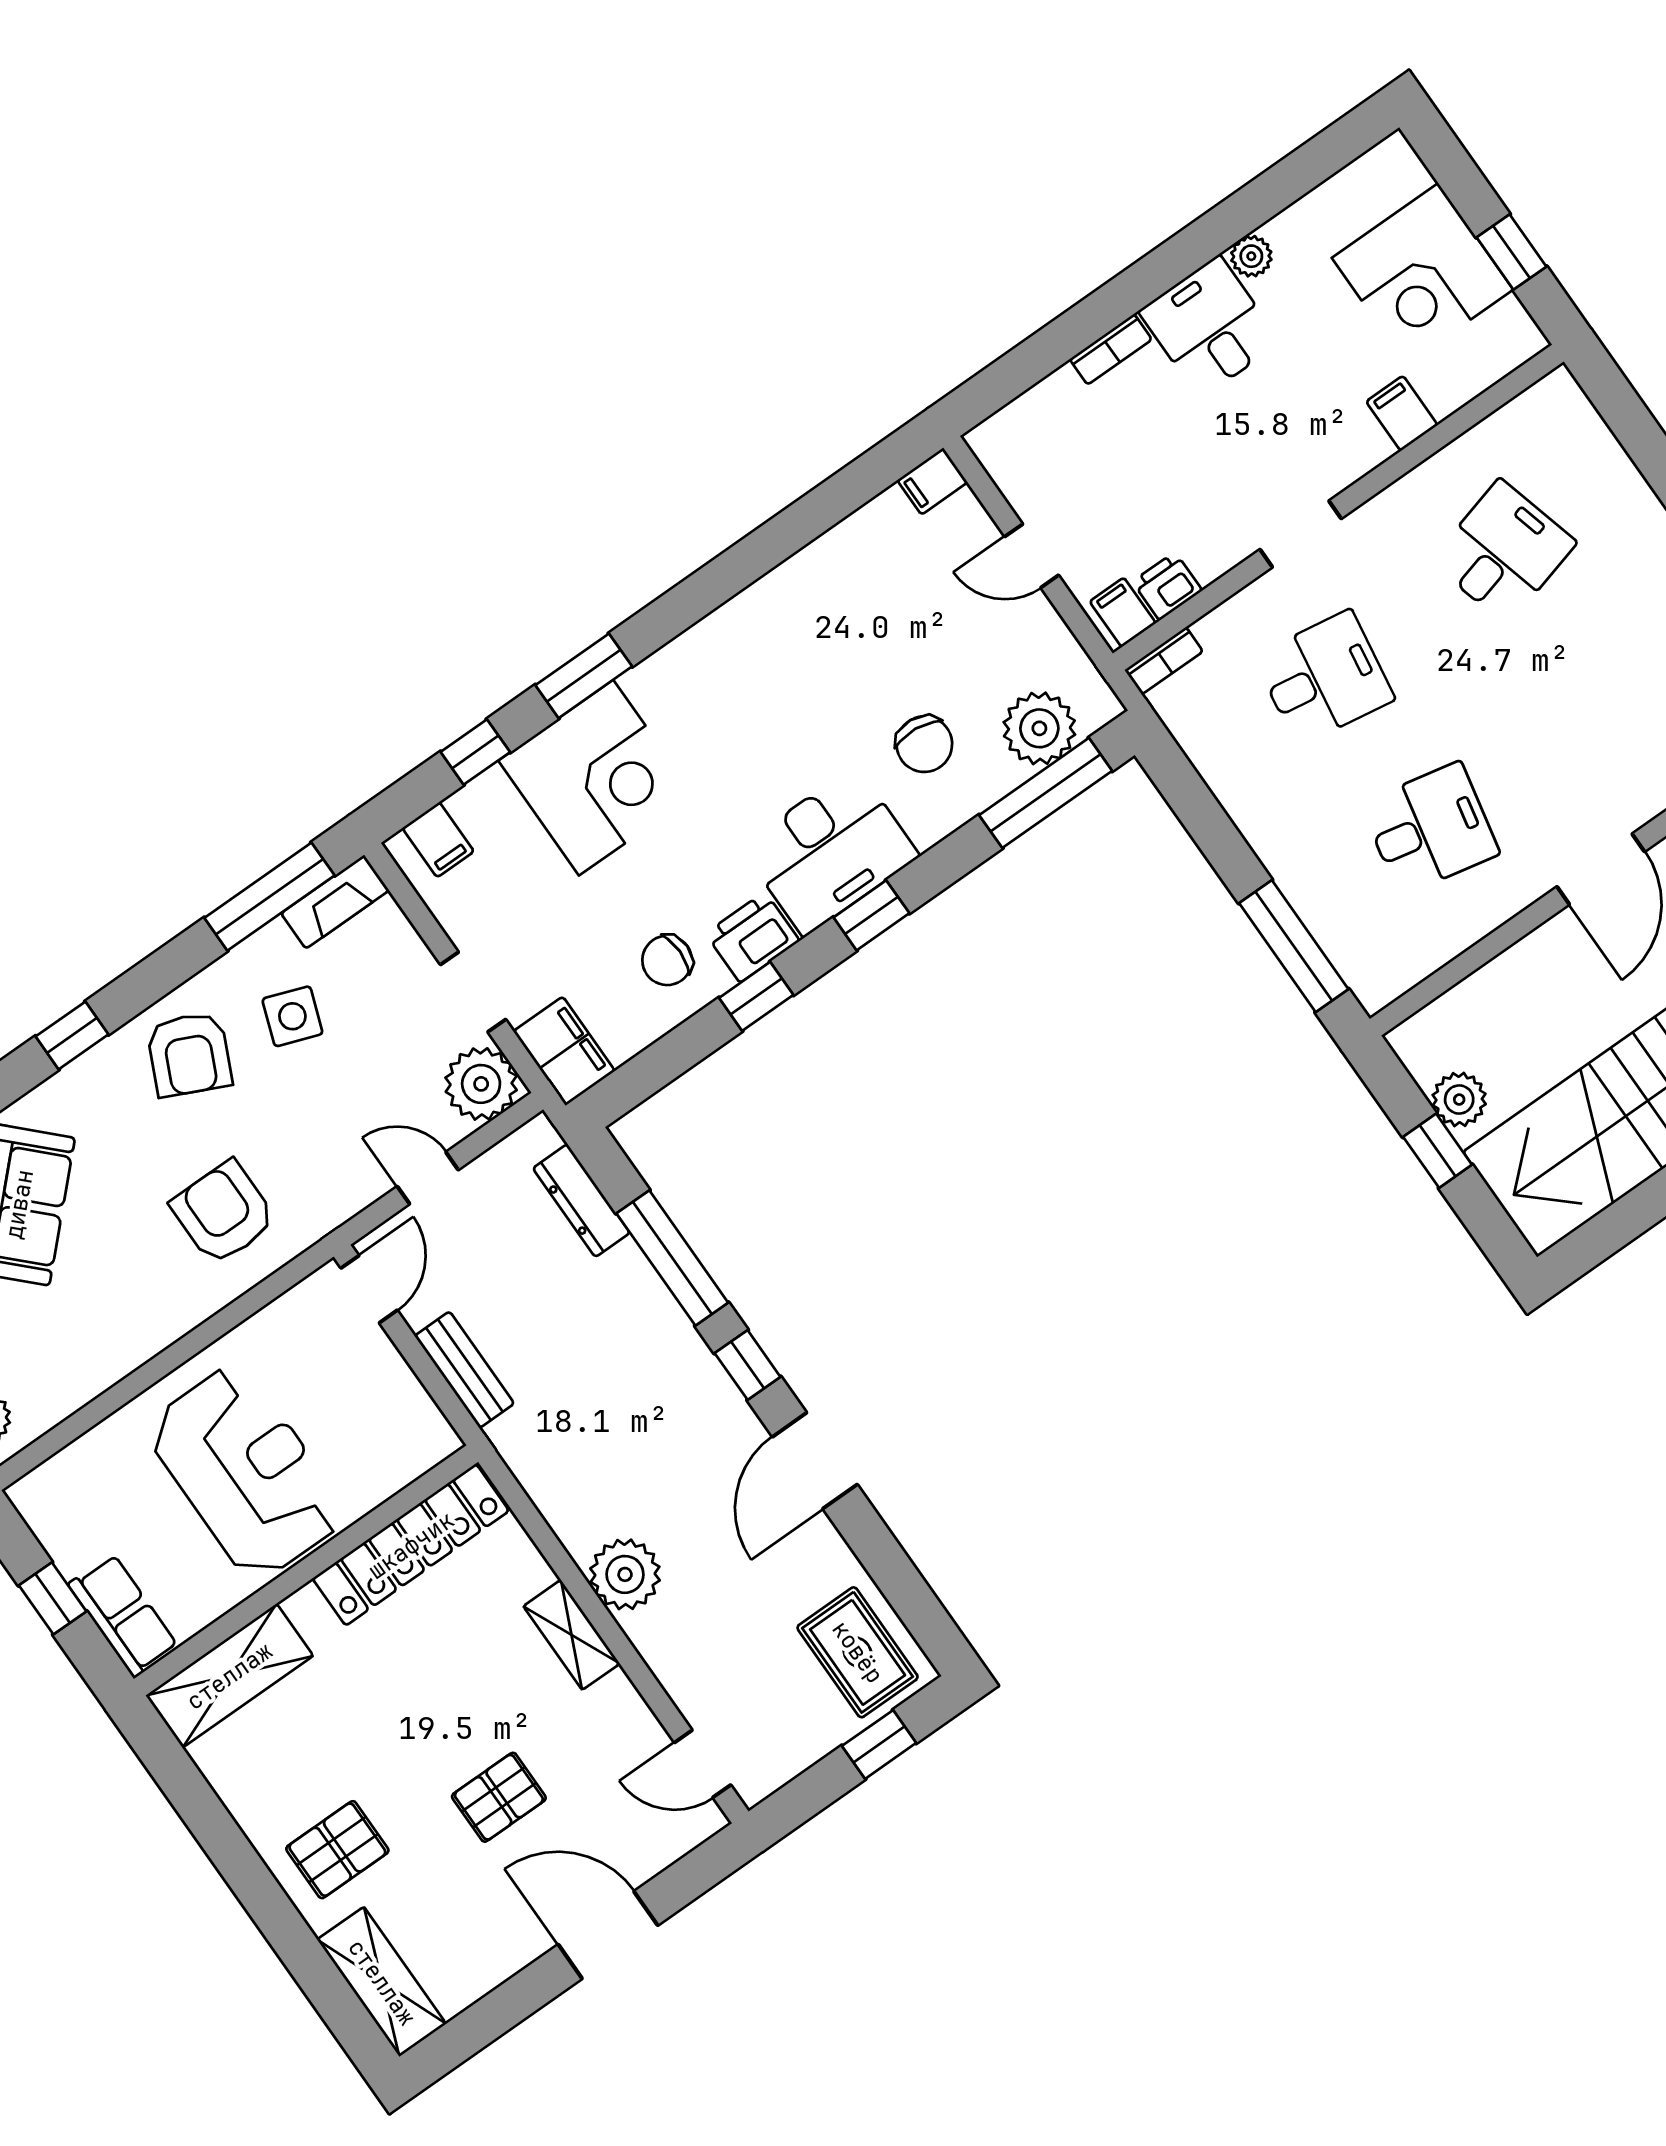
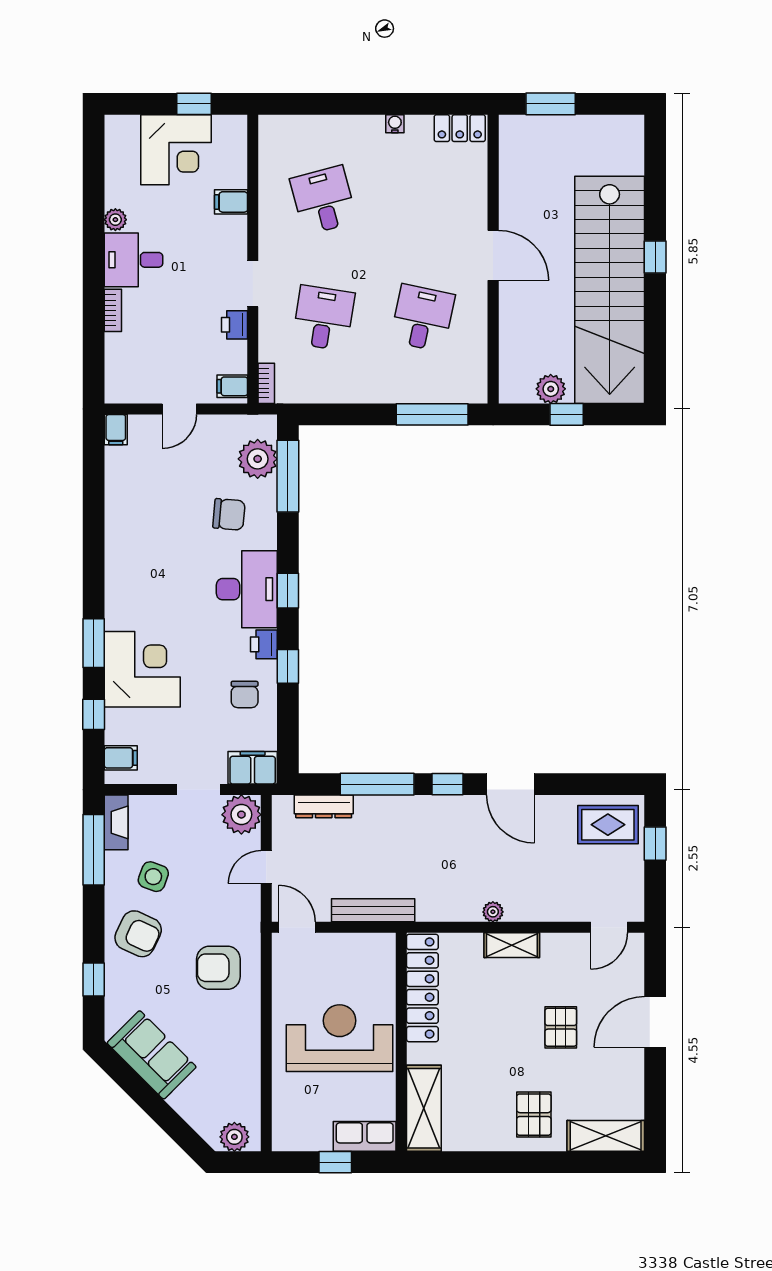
printer: (1167, 586) -> (235, 325), moved
printer: (753, 937) -> (264, 644), width x0.73, depth x0.81
bench: (464, 1370) -> (373, 910), width x1.36
plant: (625, 1574) -> (493, 912), width x0.53, depth x0.53

